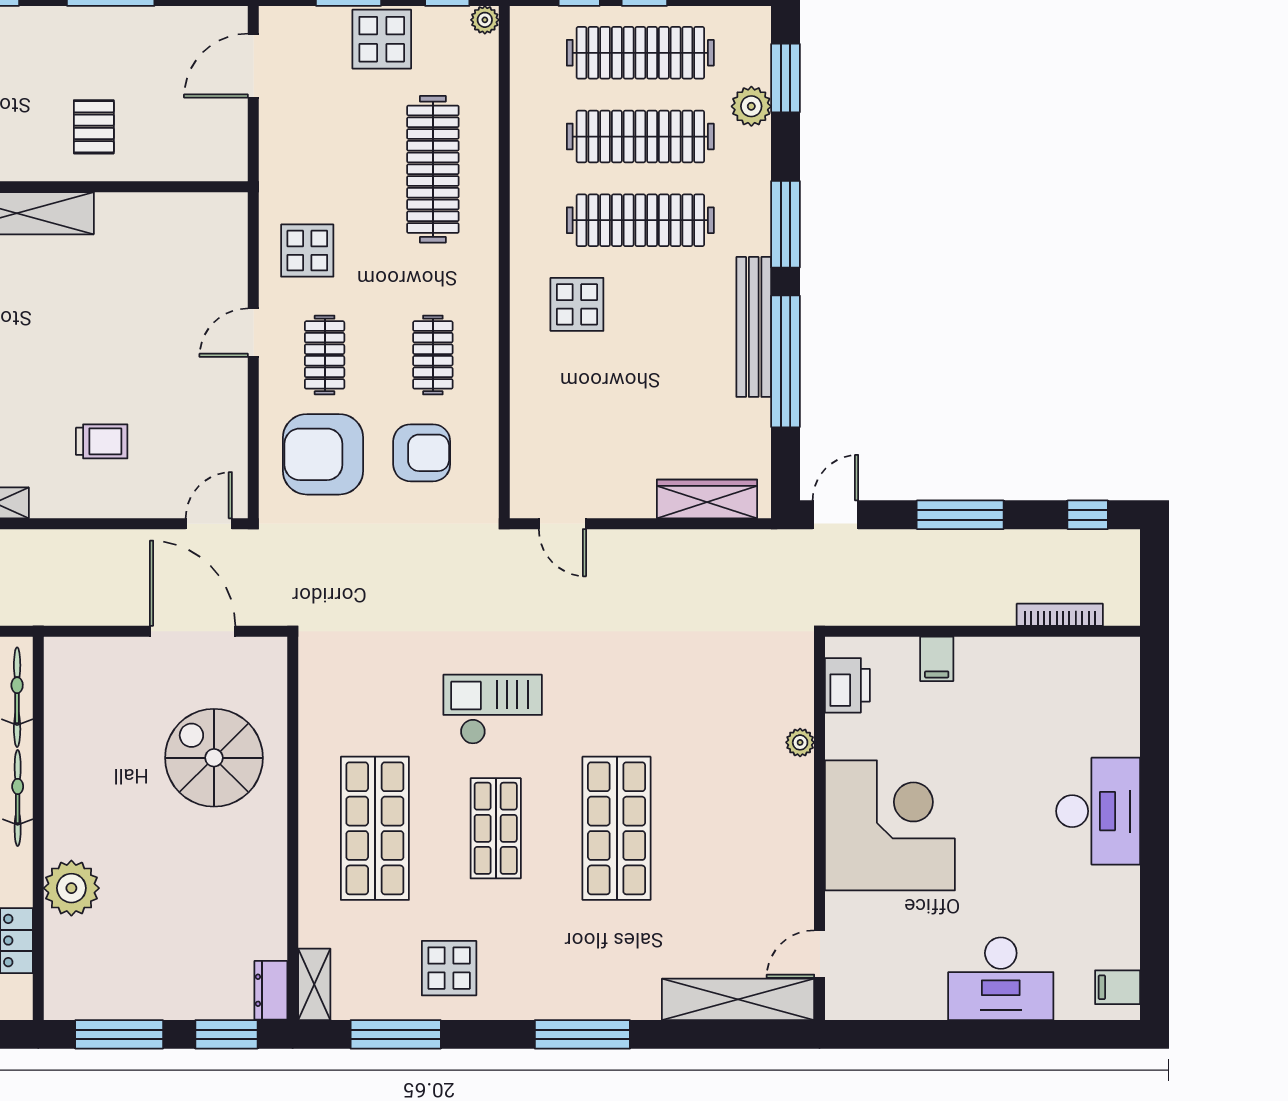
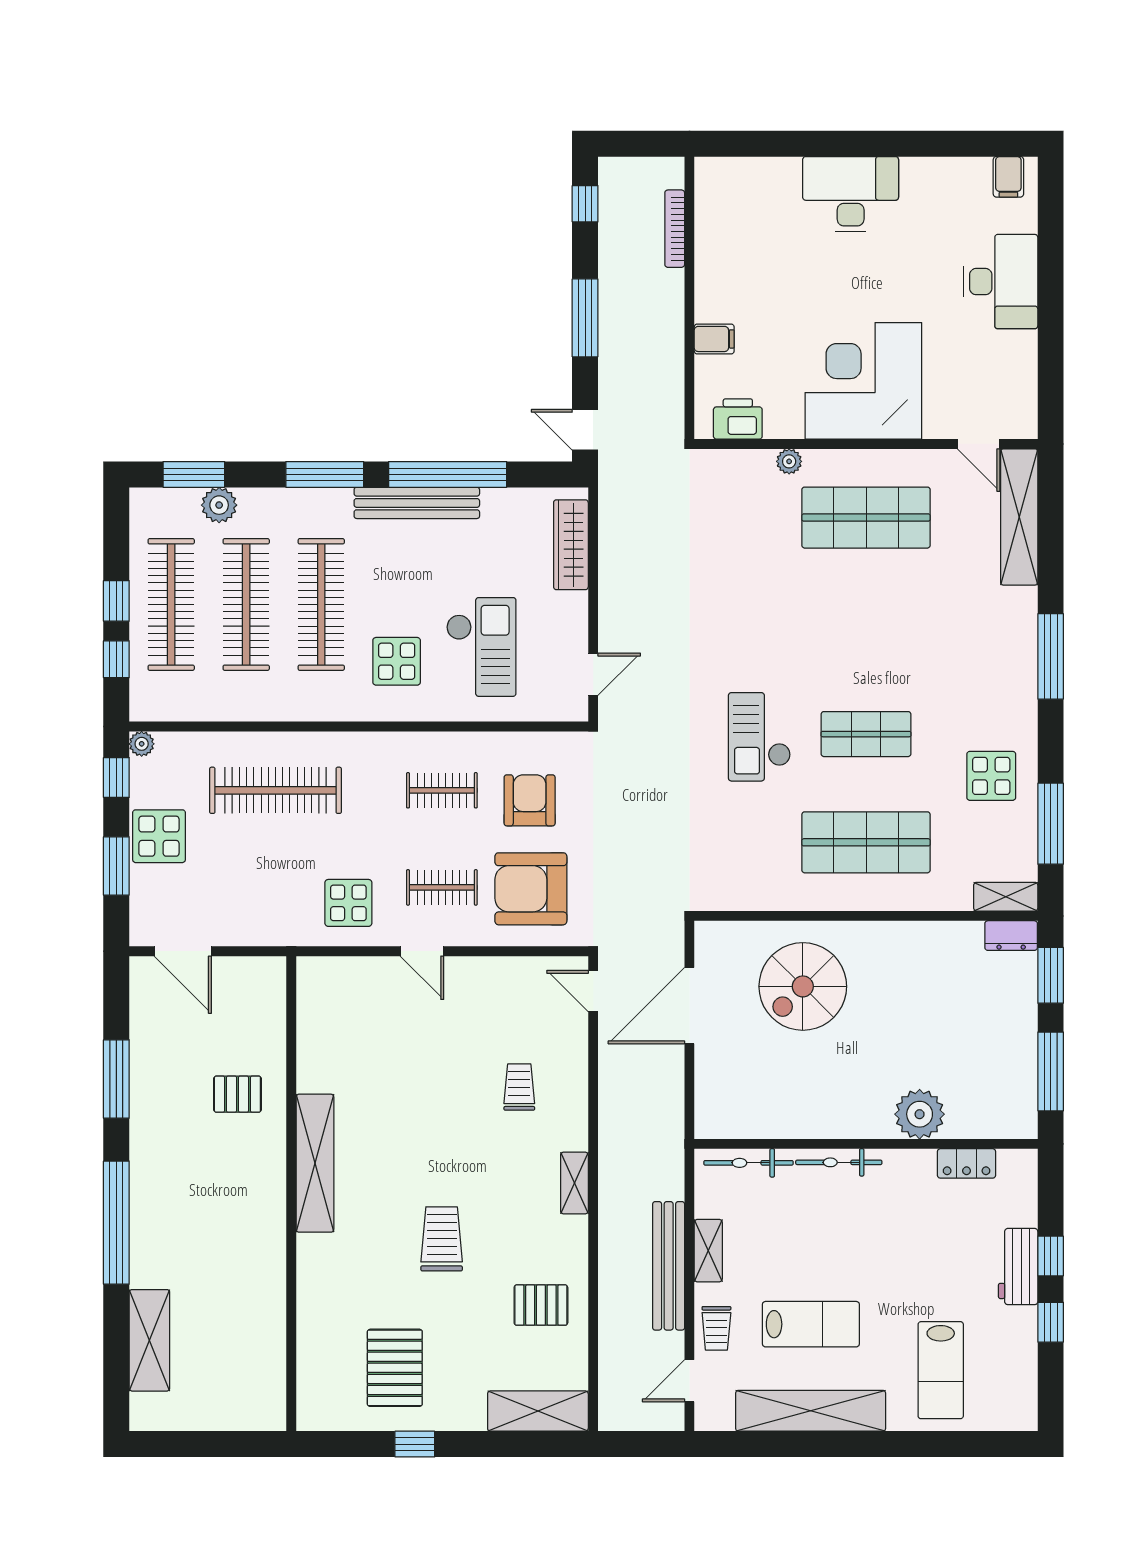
checkout: (593, 399) -> (481, 647), added
armchair: (323, 454) -> (531, 889), turned 90
shop shelf: (617, 828) -> (866, 518), moved

